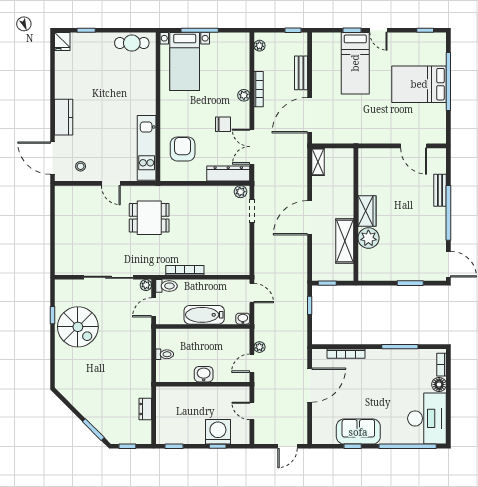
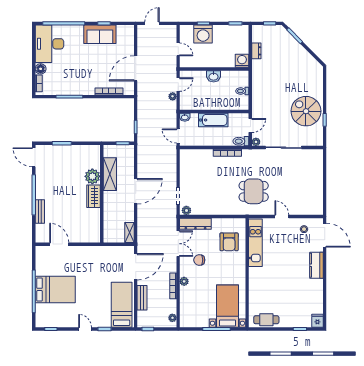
bed: (355, 63) -> (122, 305), moved
washing machine: (165, 396) -> (242, 61), added

